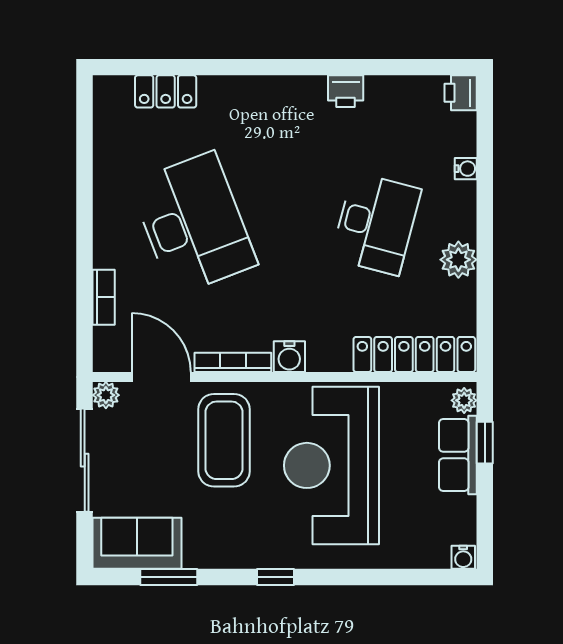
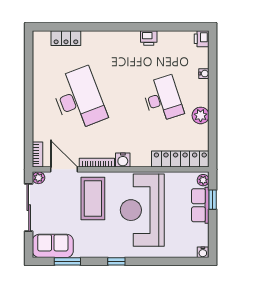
desk: (376, 224) -> (163, 99), turned -33
bookcase: (104, 297) -> (37, 154), moved

